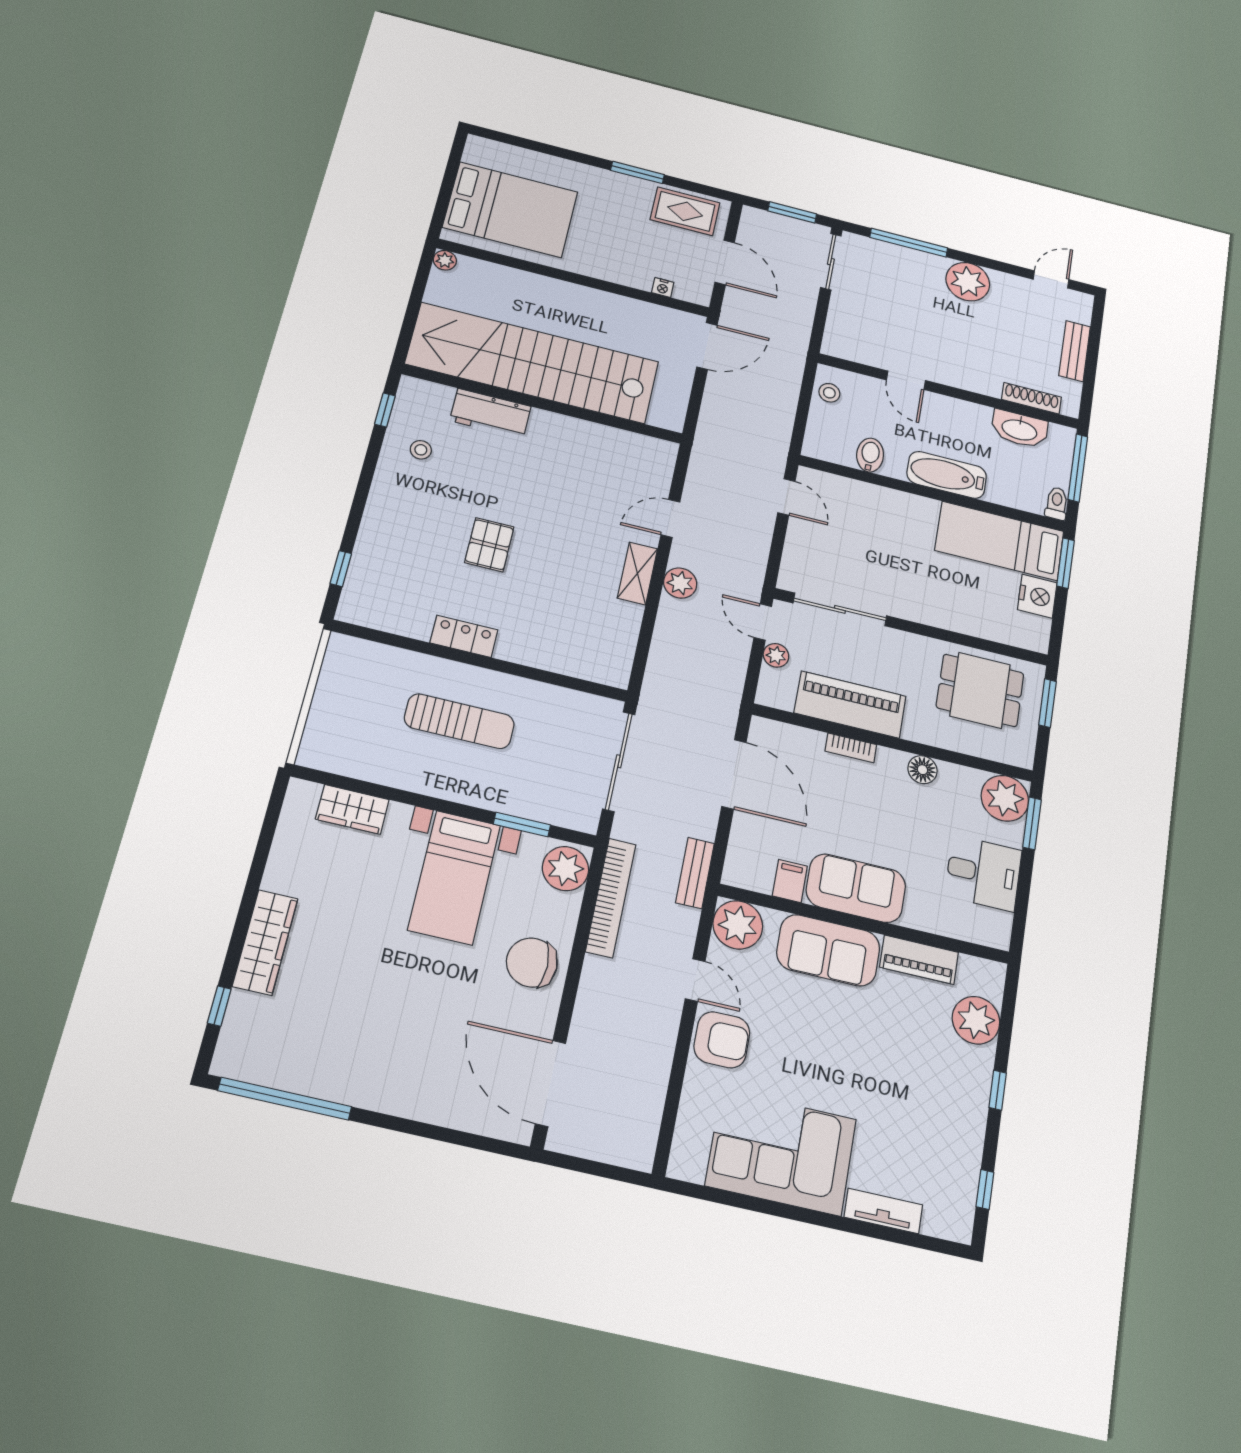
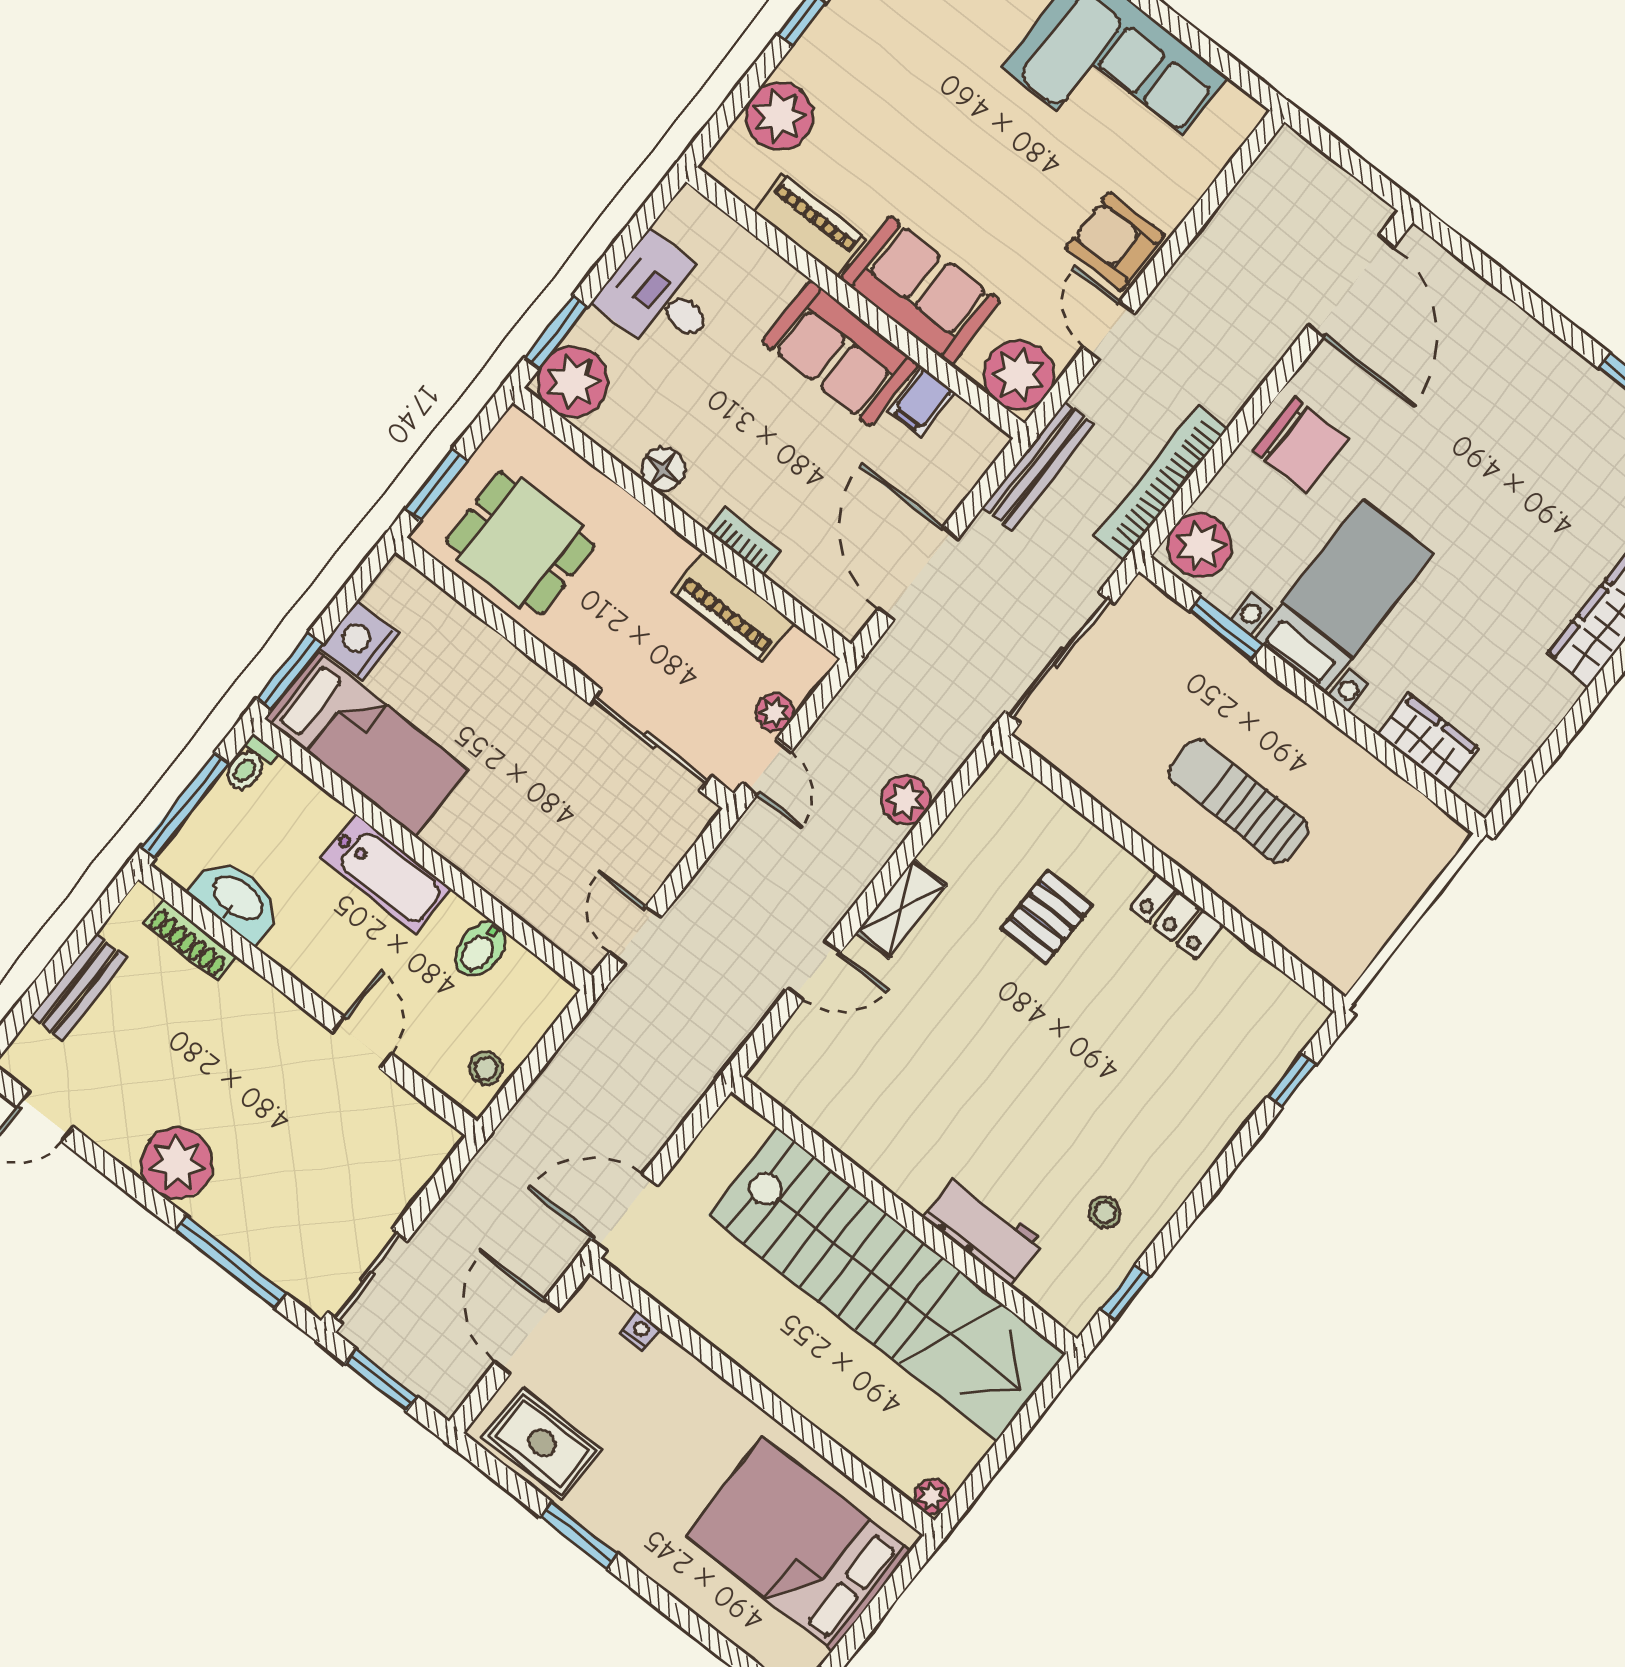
pallet: (489, 545) -> (1047, 917), moved
plant: (680, 583) -> (906, 800), moved
piano: (850, 705) -> (733, 607), width x0.73, depth x0.75
bench: (695, 873) -> (1038, 466), width x1.36

